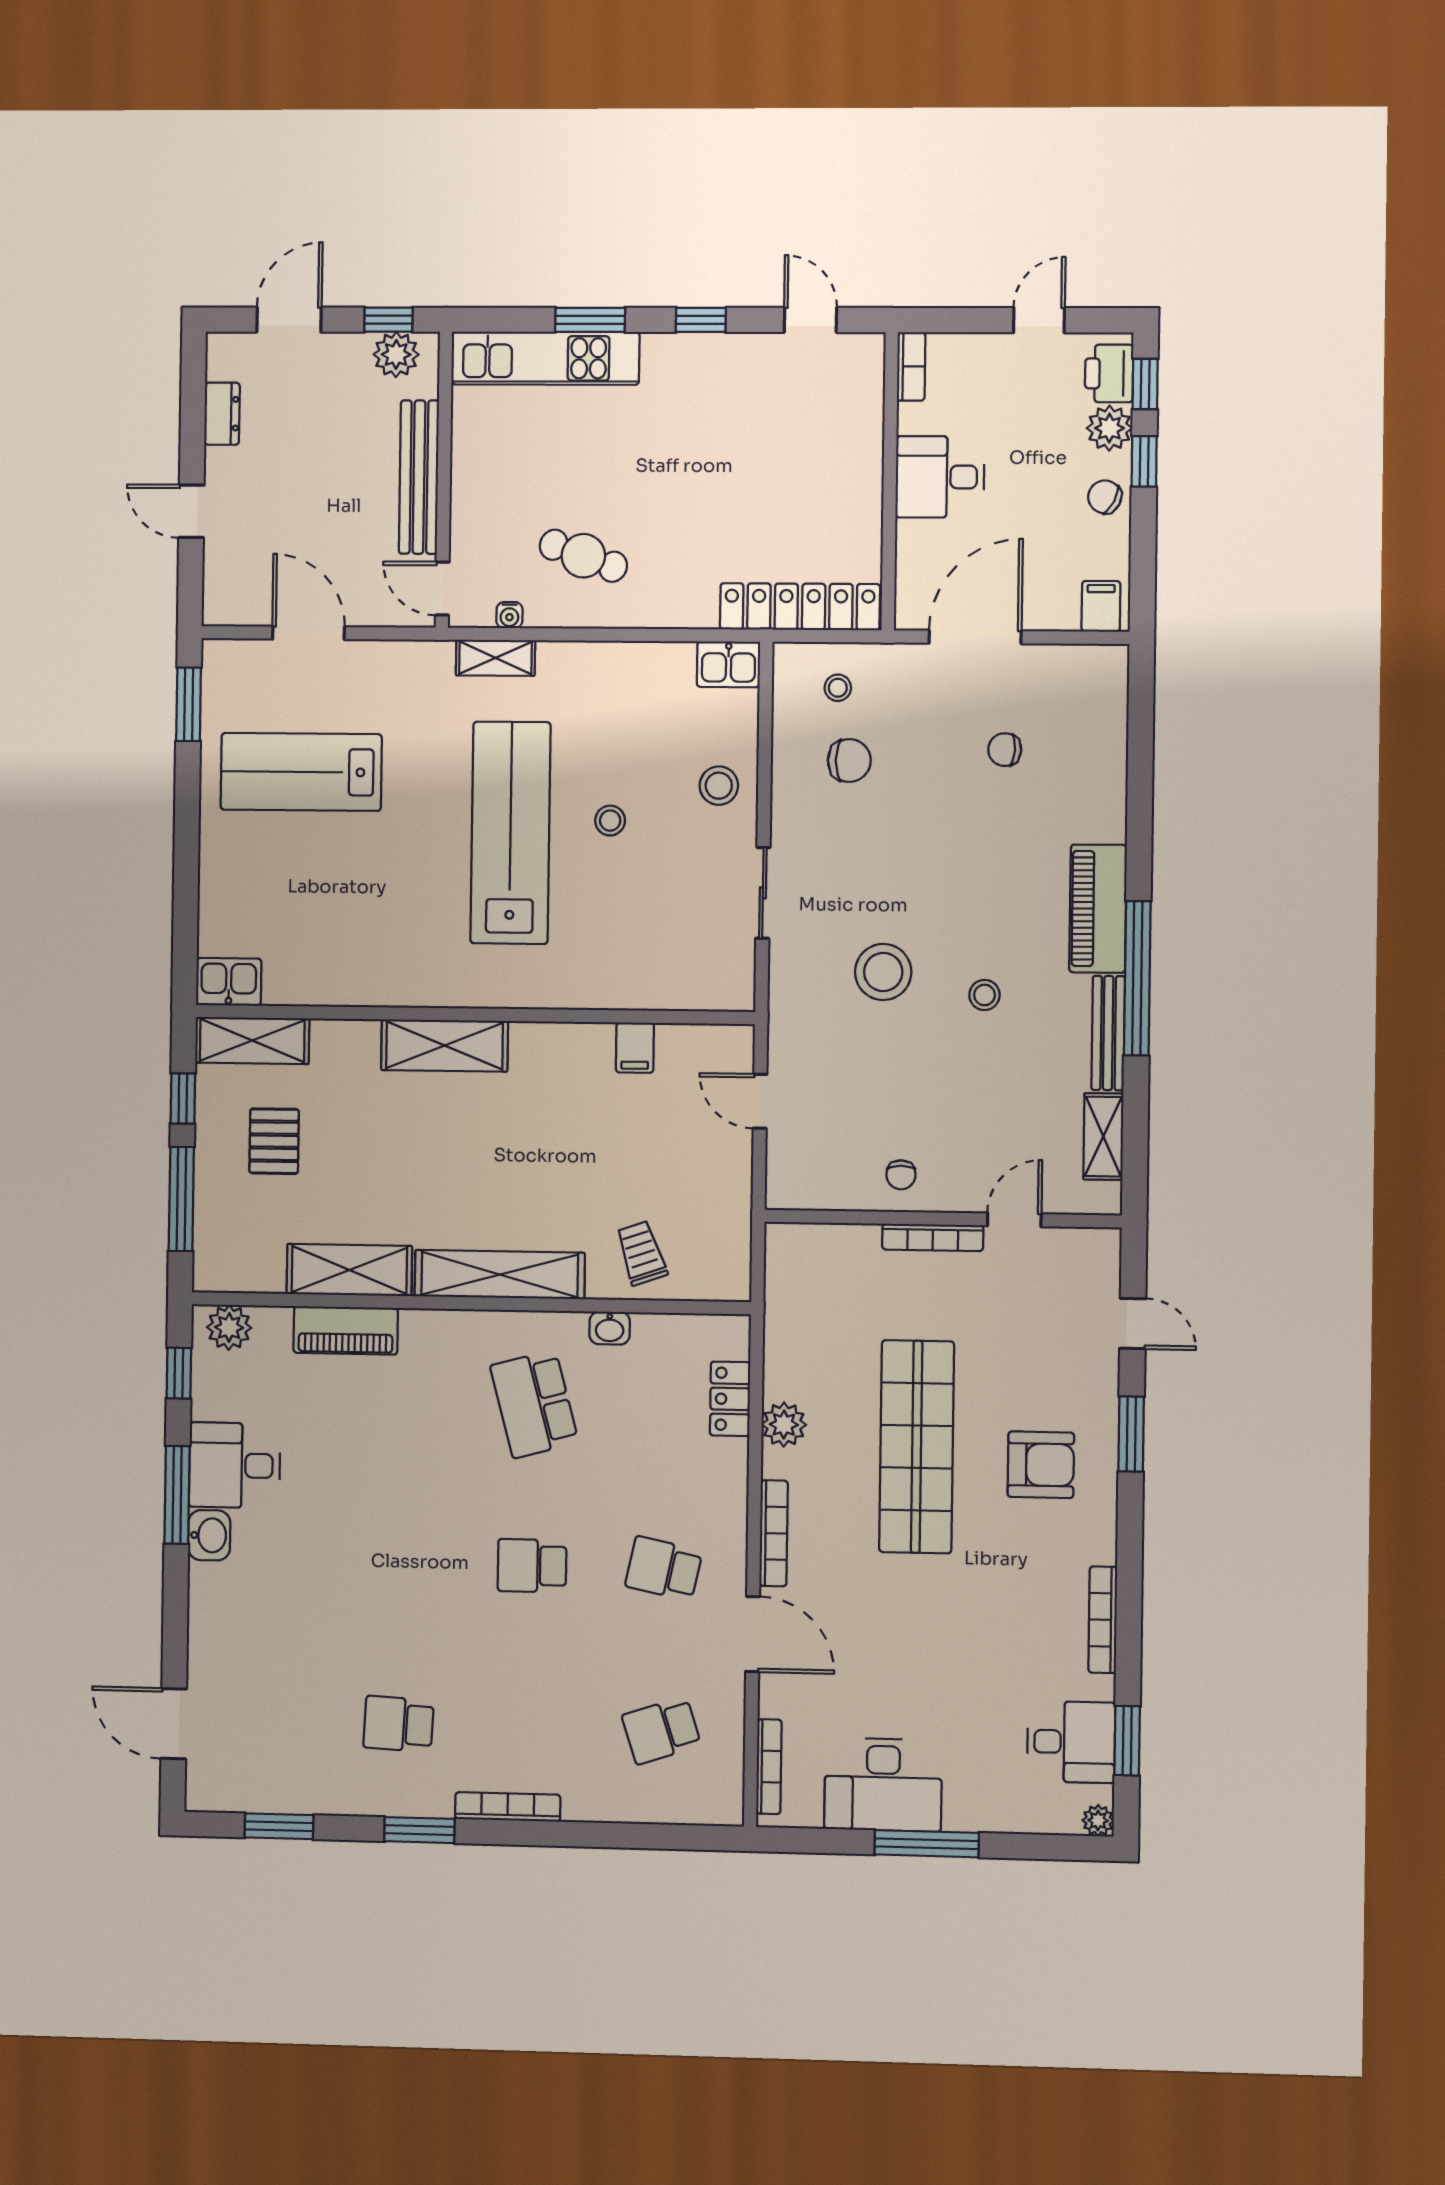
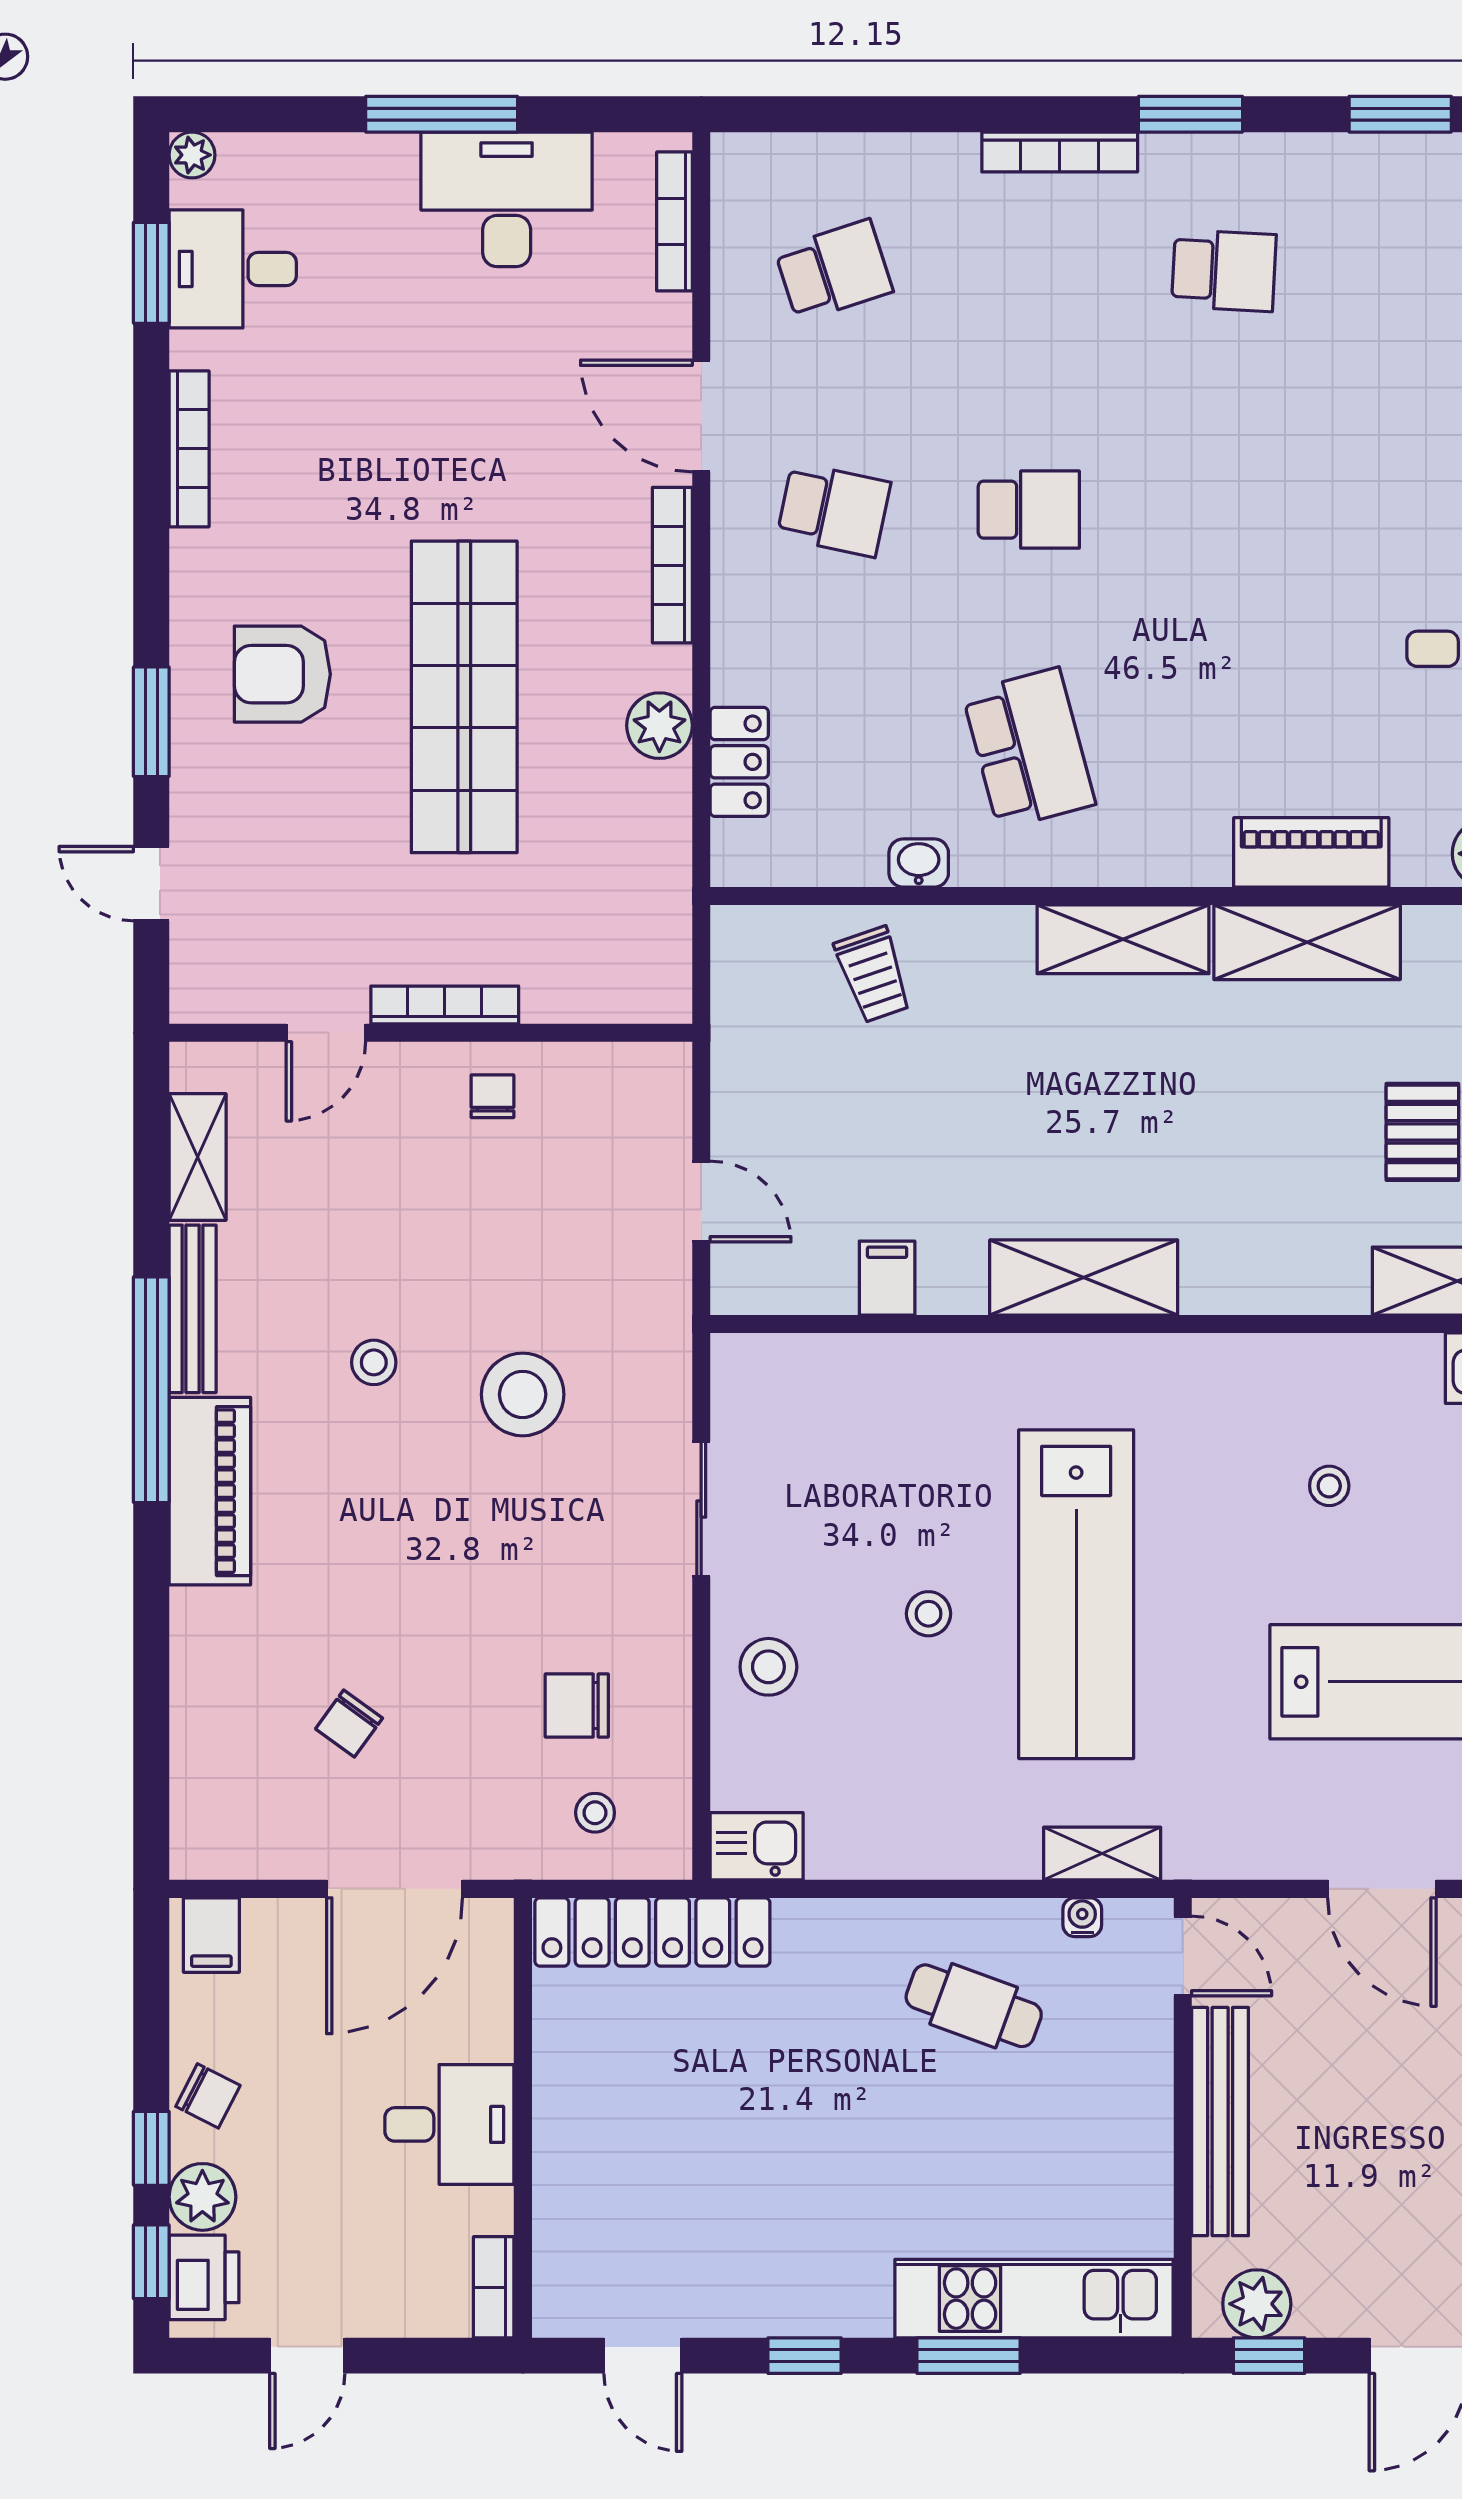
chair: (1005, 750) -> (349, 1724), turned 122
stool: (340, 904) -> (1329, 1486), added
shelving: (445, 1046) -> (1084, 1278), moved
shelving: (500, 1275) -> (1123, 939), width x0.68

